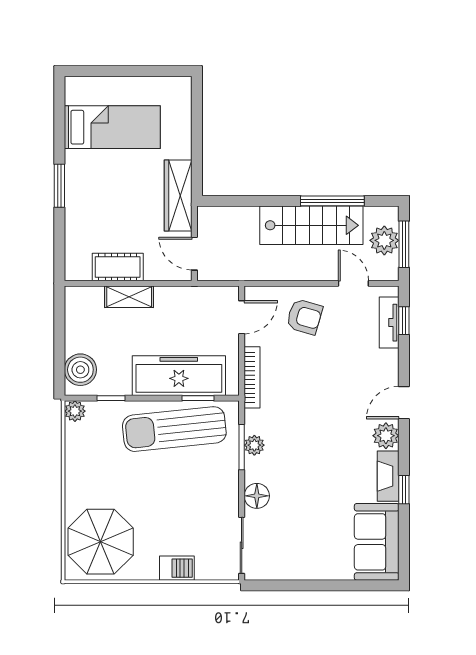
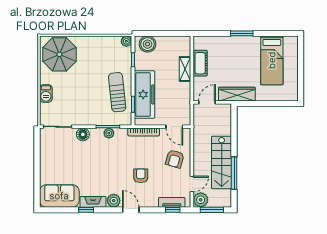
plant: (384, 240) -> (201, 200), moved
armchair: (337, 383) -> (141, 176), added
sun lounger: (174, 429) -> (117, 92), width x0.73, depth x0.75

